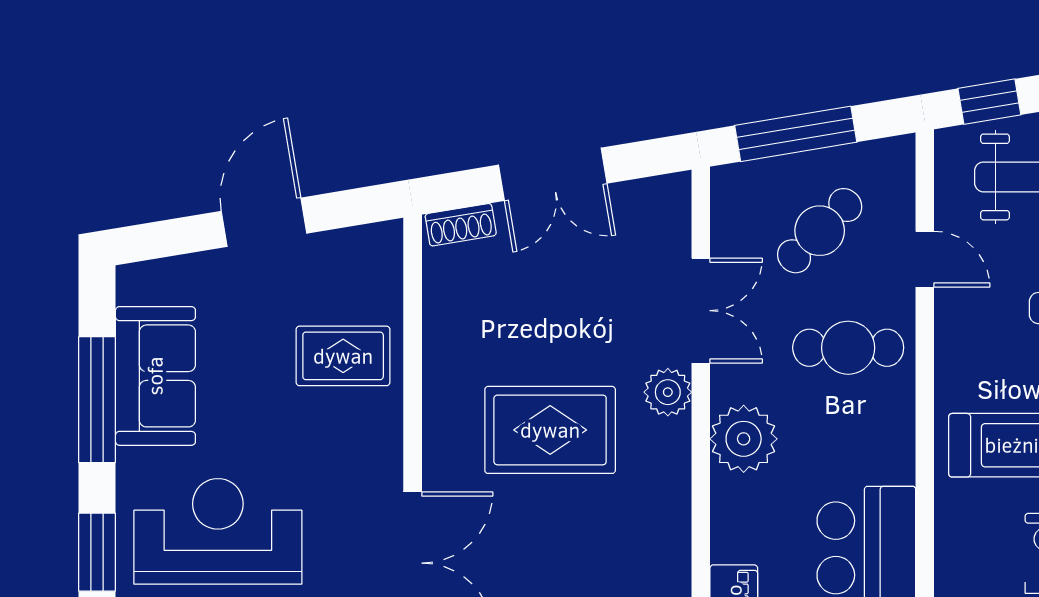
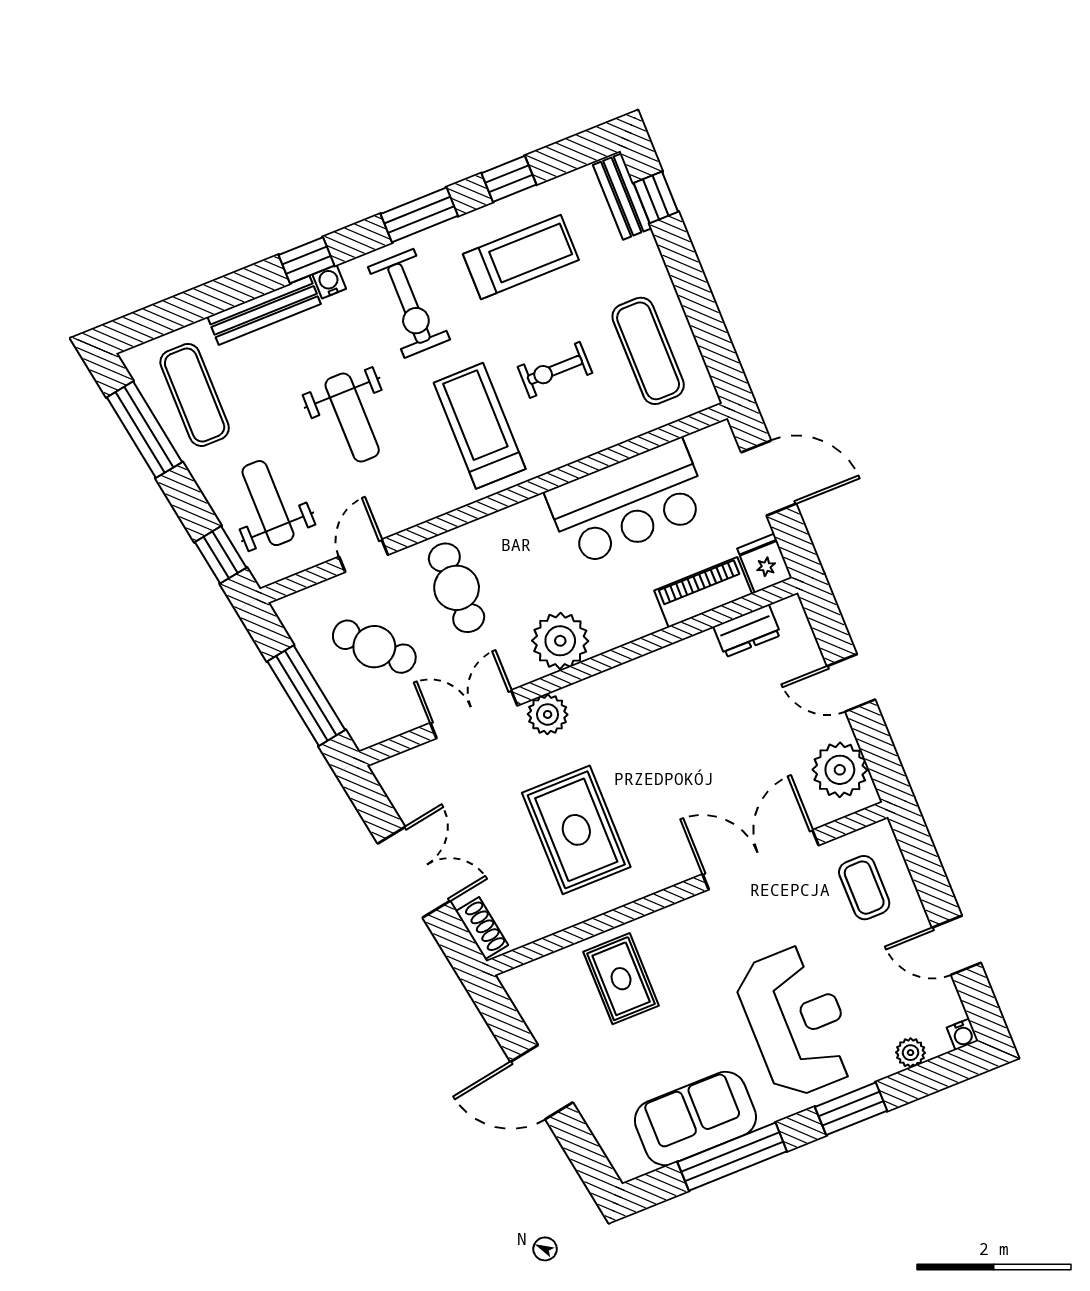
rug: (550, 430) -> (576, 830), moved
reception desk: (218, 531) -> (797, 1021), turned 180

